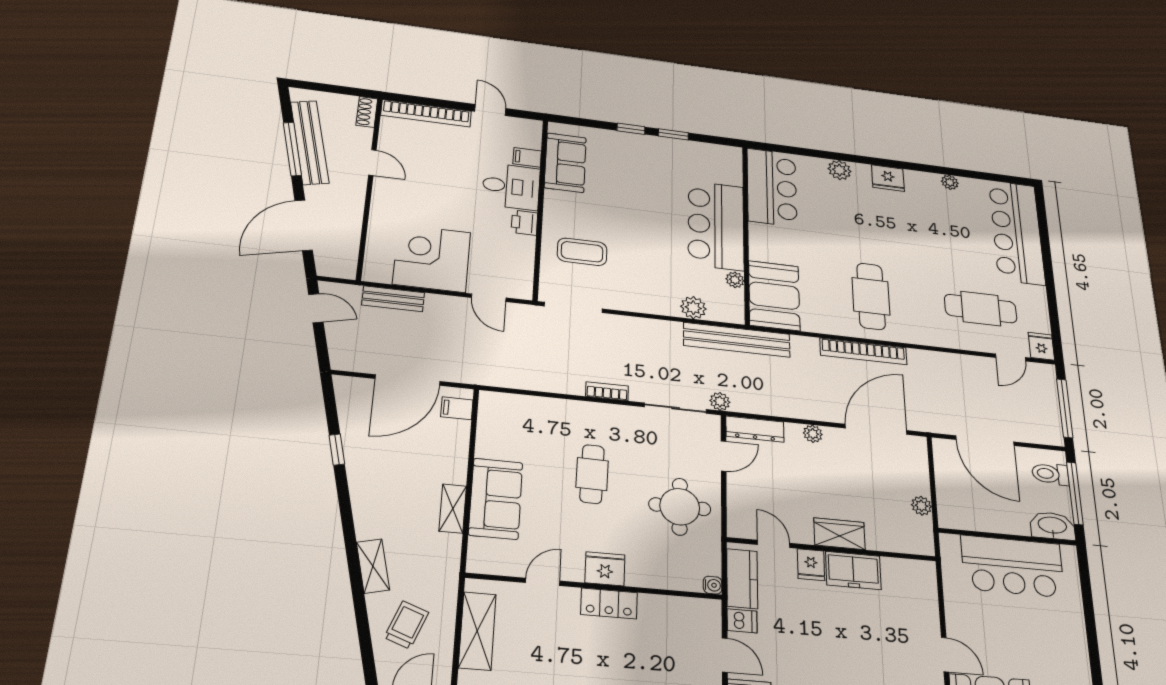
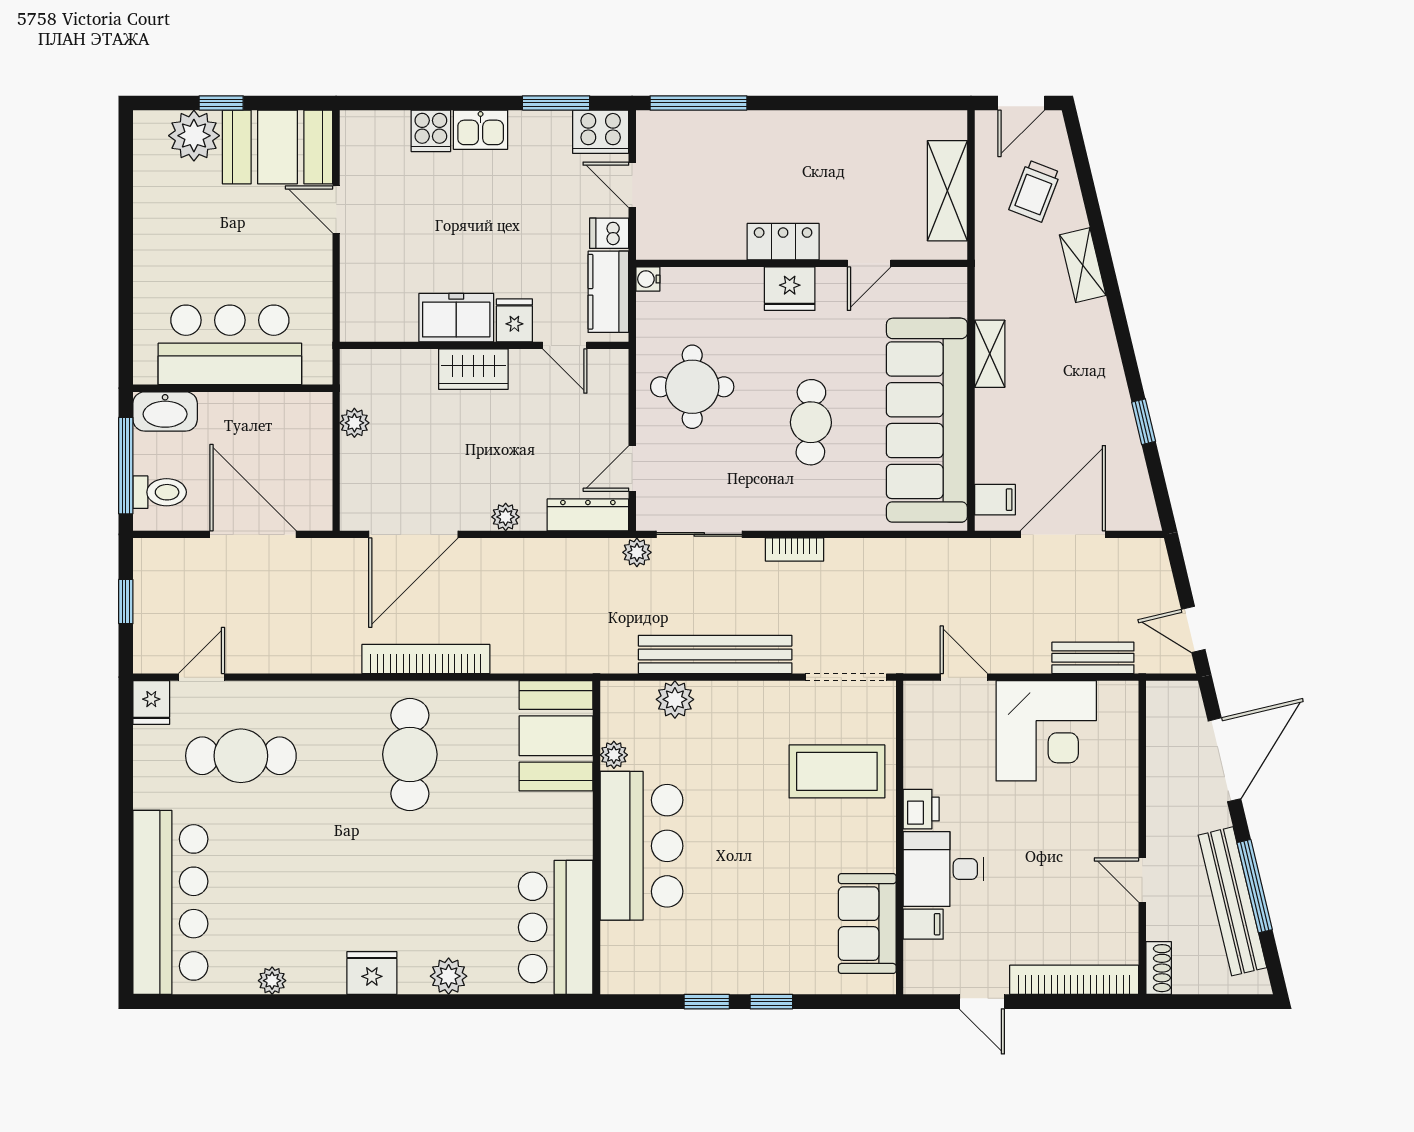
coffee table: (582, 252) -> (837, 771), width x1.36, depth x1.32
bench: (737, 340) -> (715, 654), moved
window: (1065, 408) -> (126, 602), width x0.46
sofa: (496, 499) -> (927, 420), width x1.85, depth x1.27

